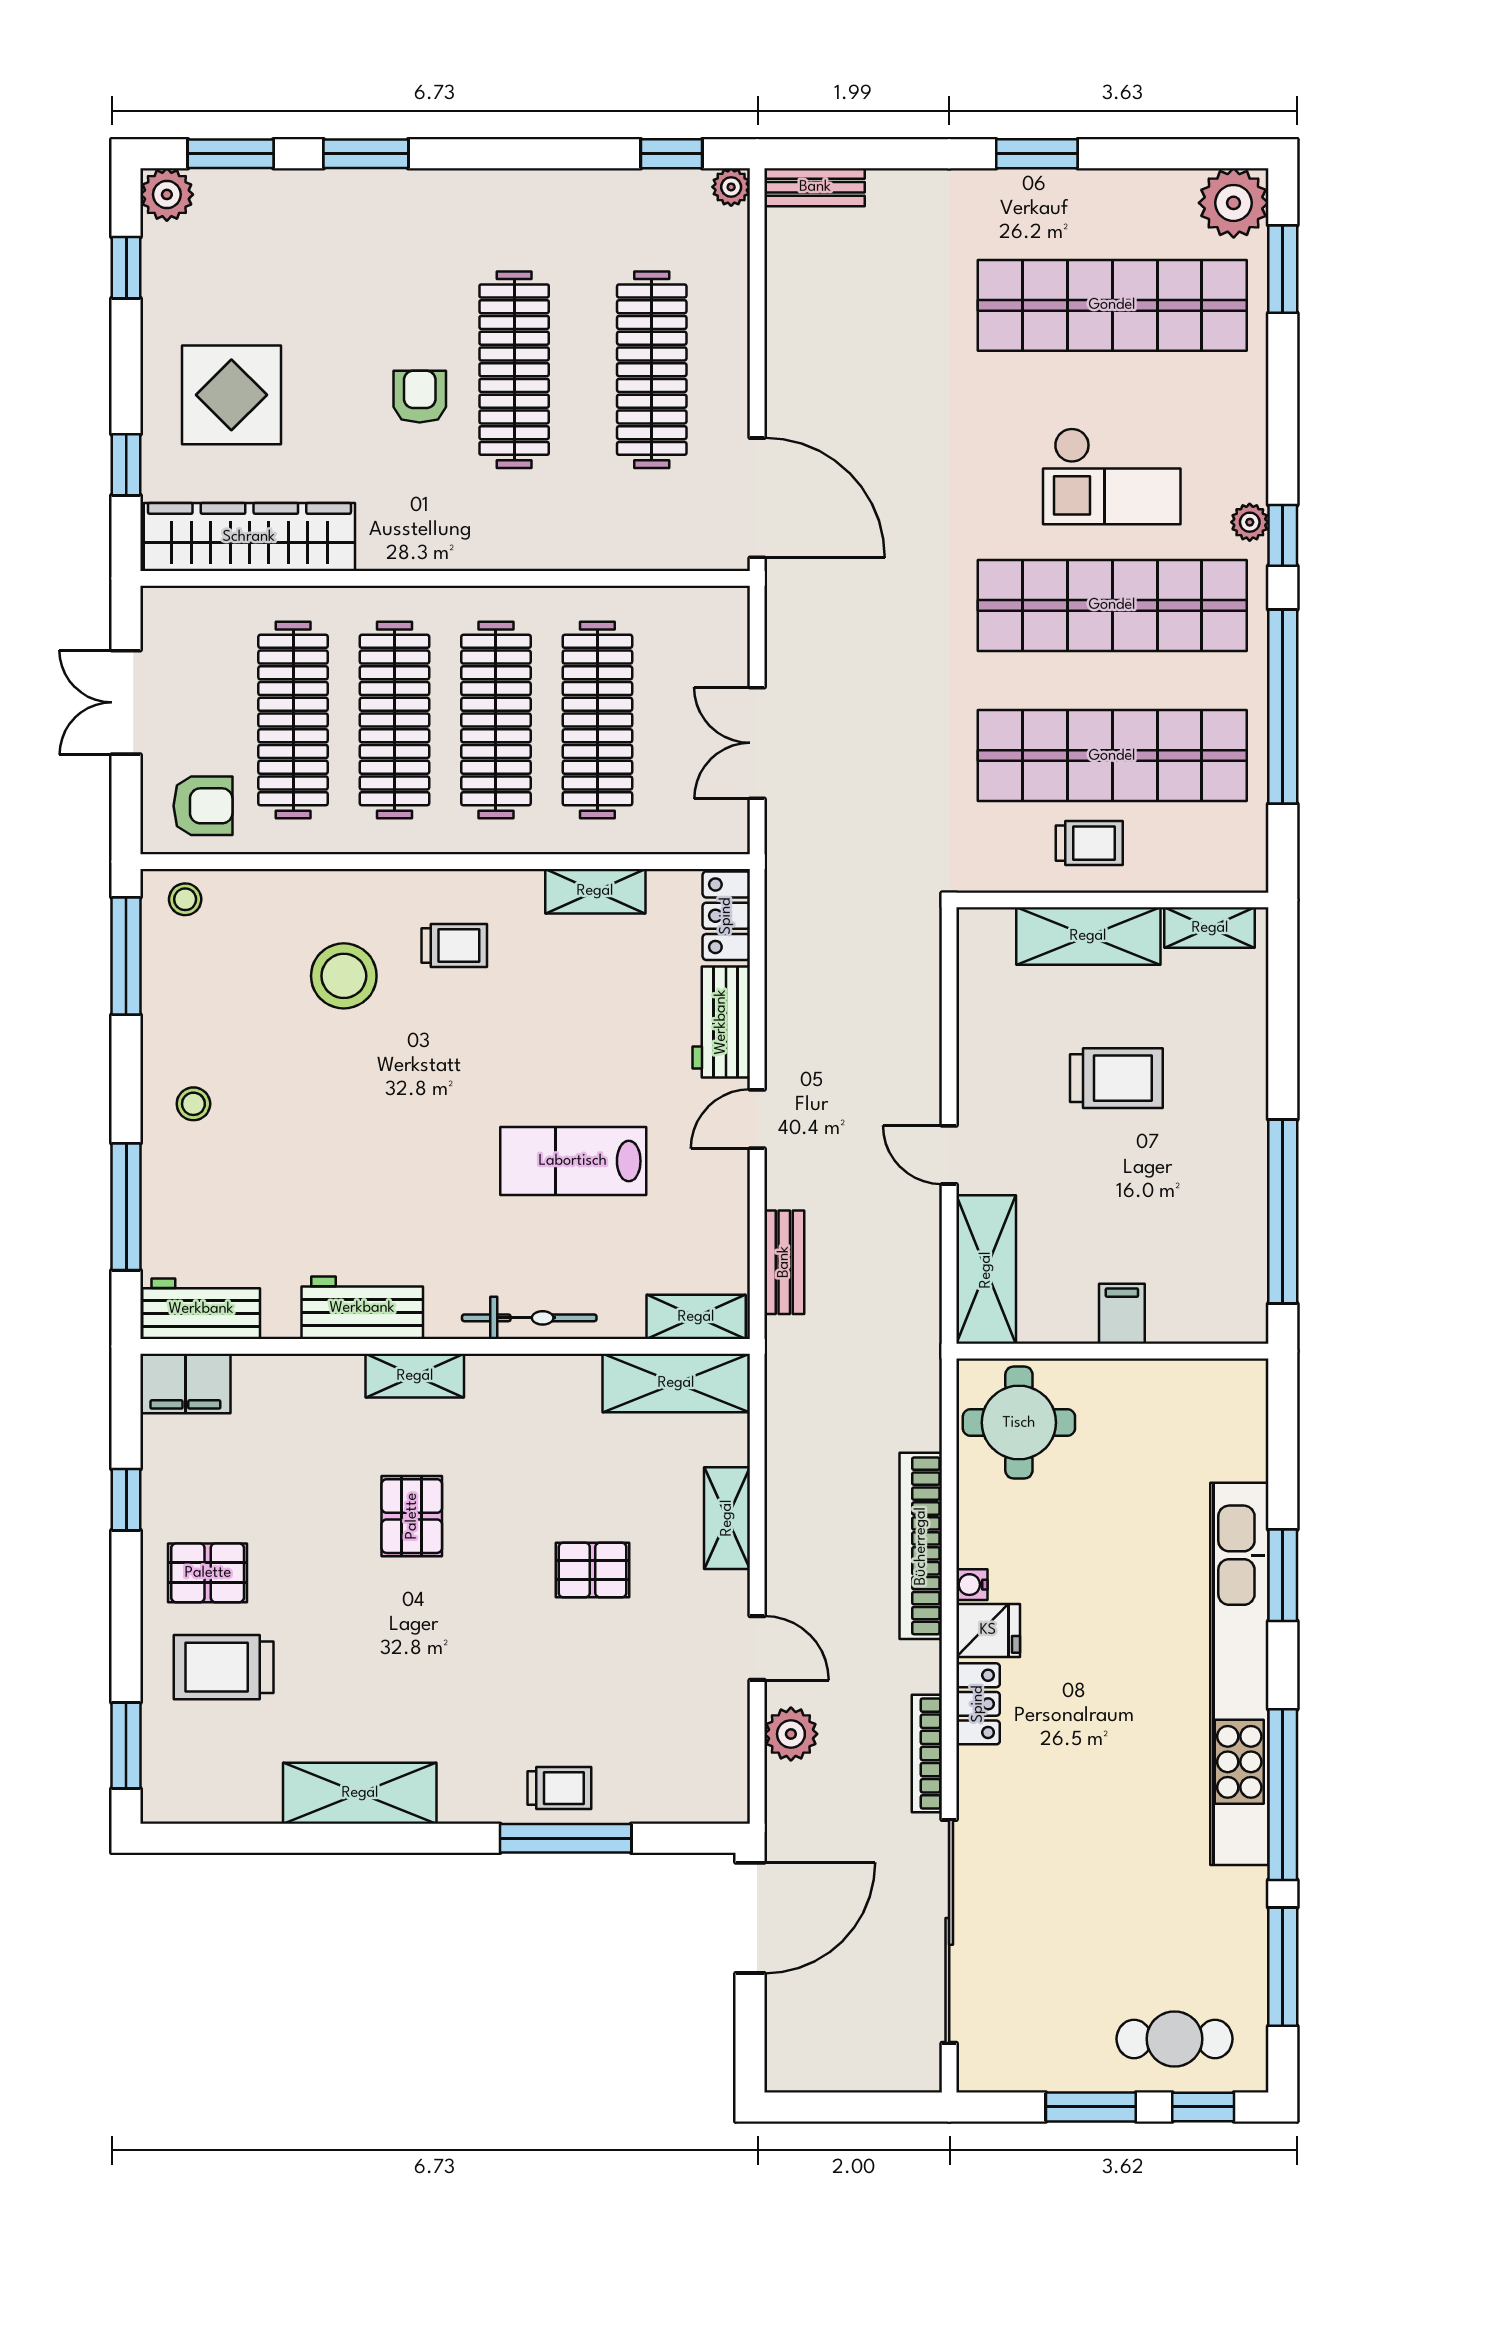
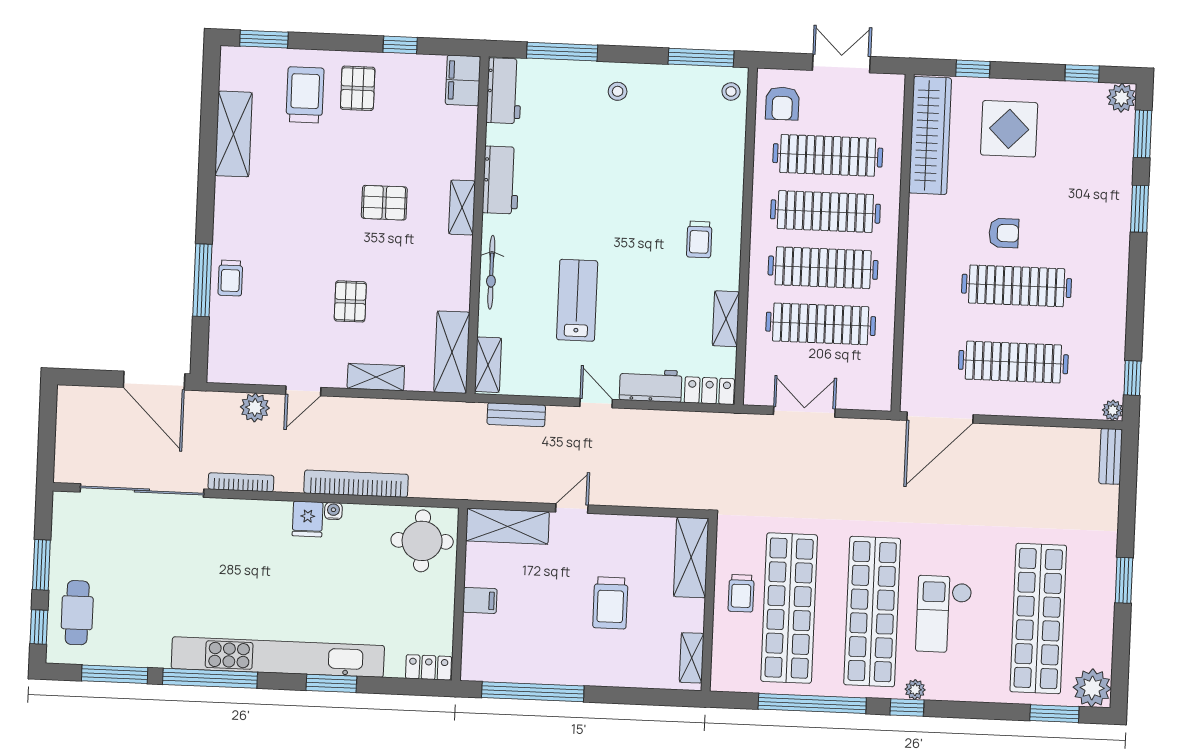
shelving: (1088, 936) -> (691, 557), moved
stool: (344, 976) -> (685, 178), removed
locker: (978, 1704) -> (429, 667), moved, turned 180
shelving: (360, 1793) -> (234, 134), moved

